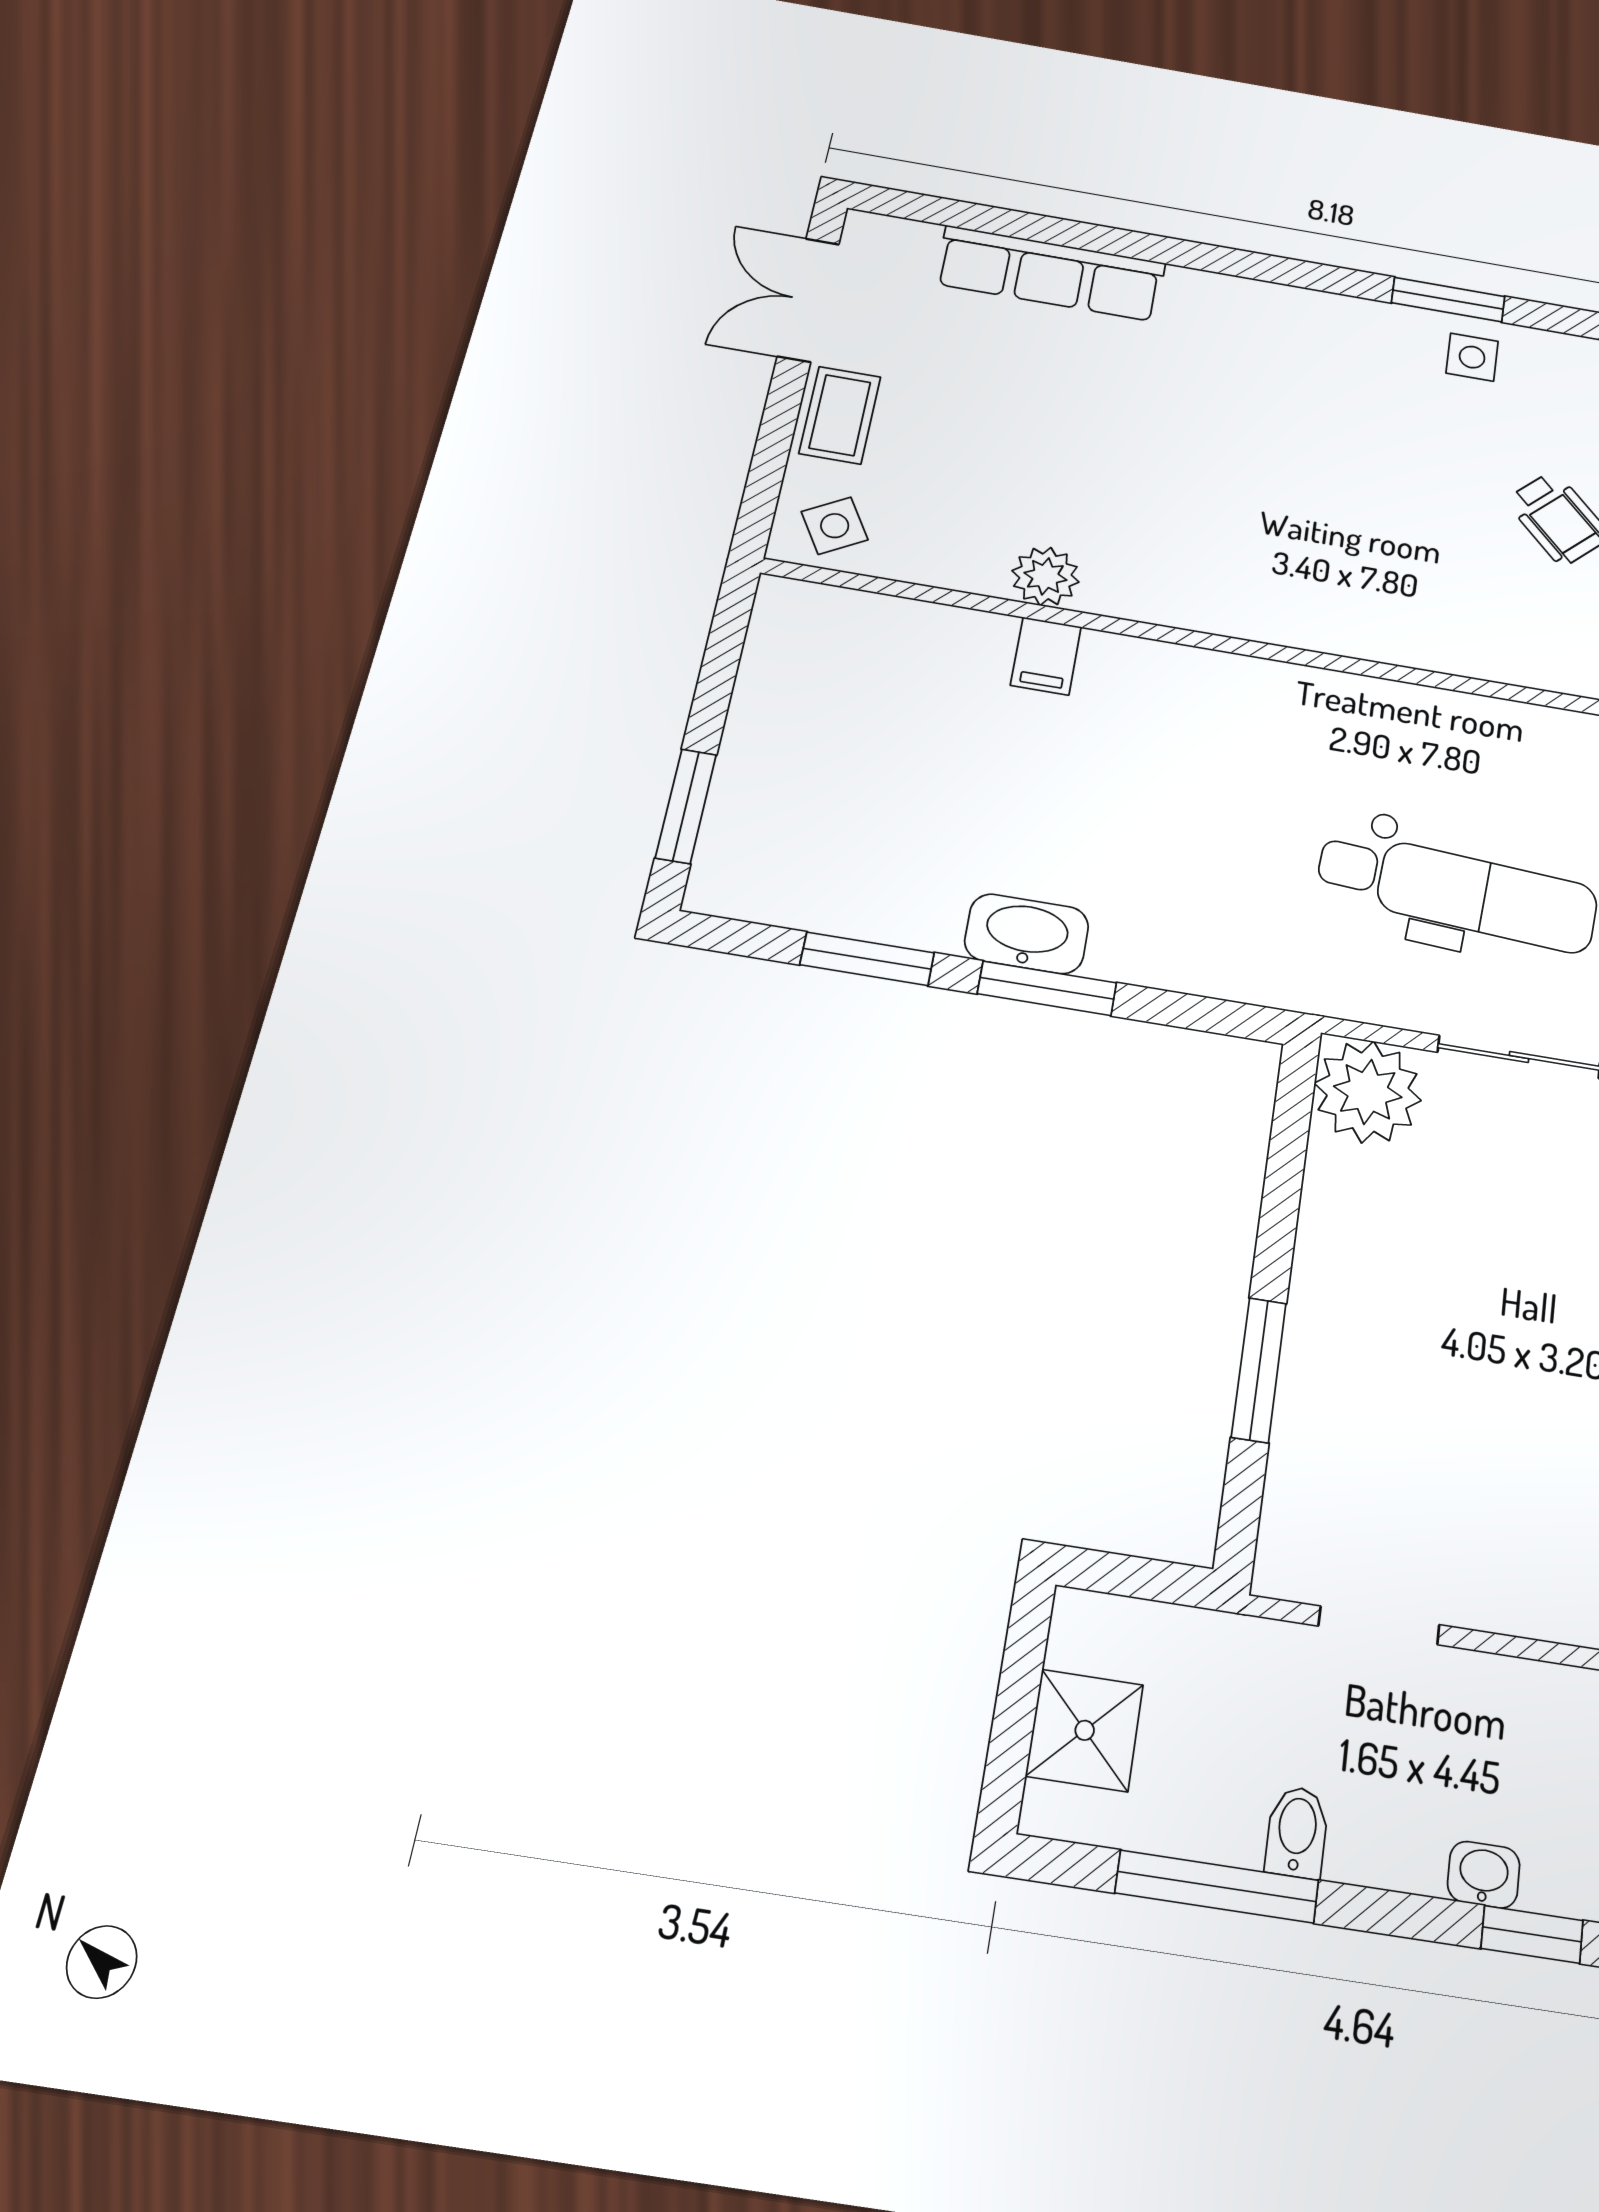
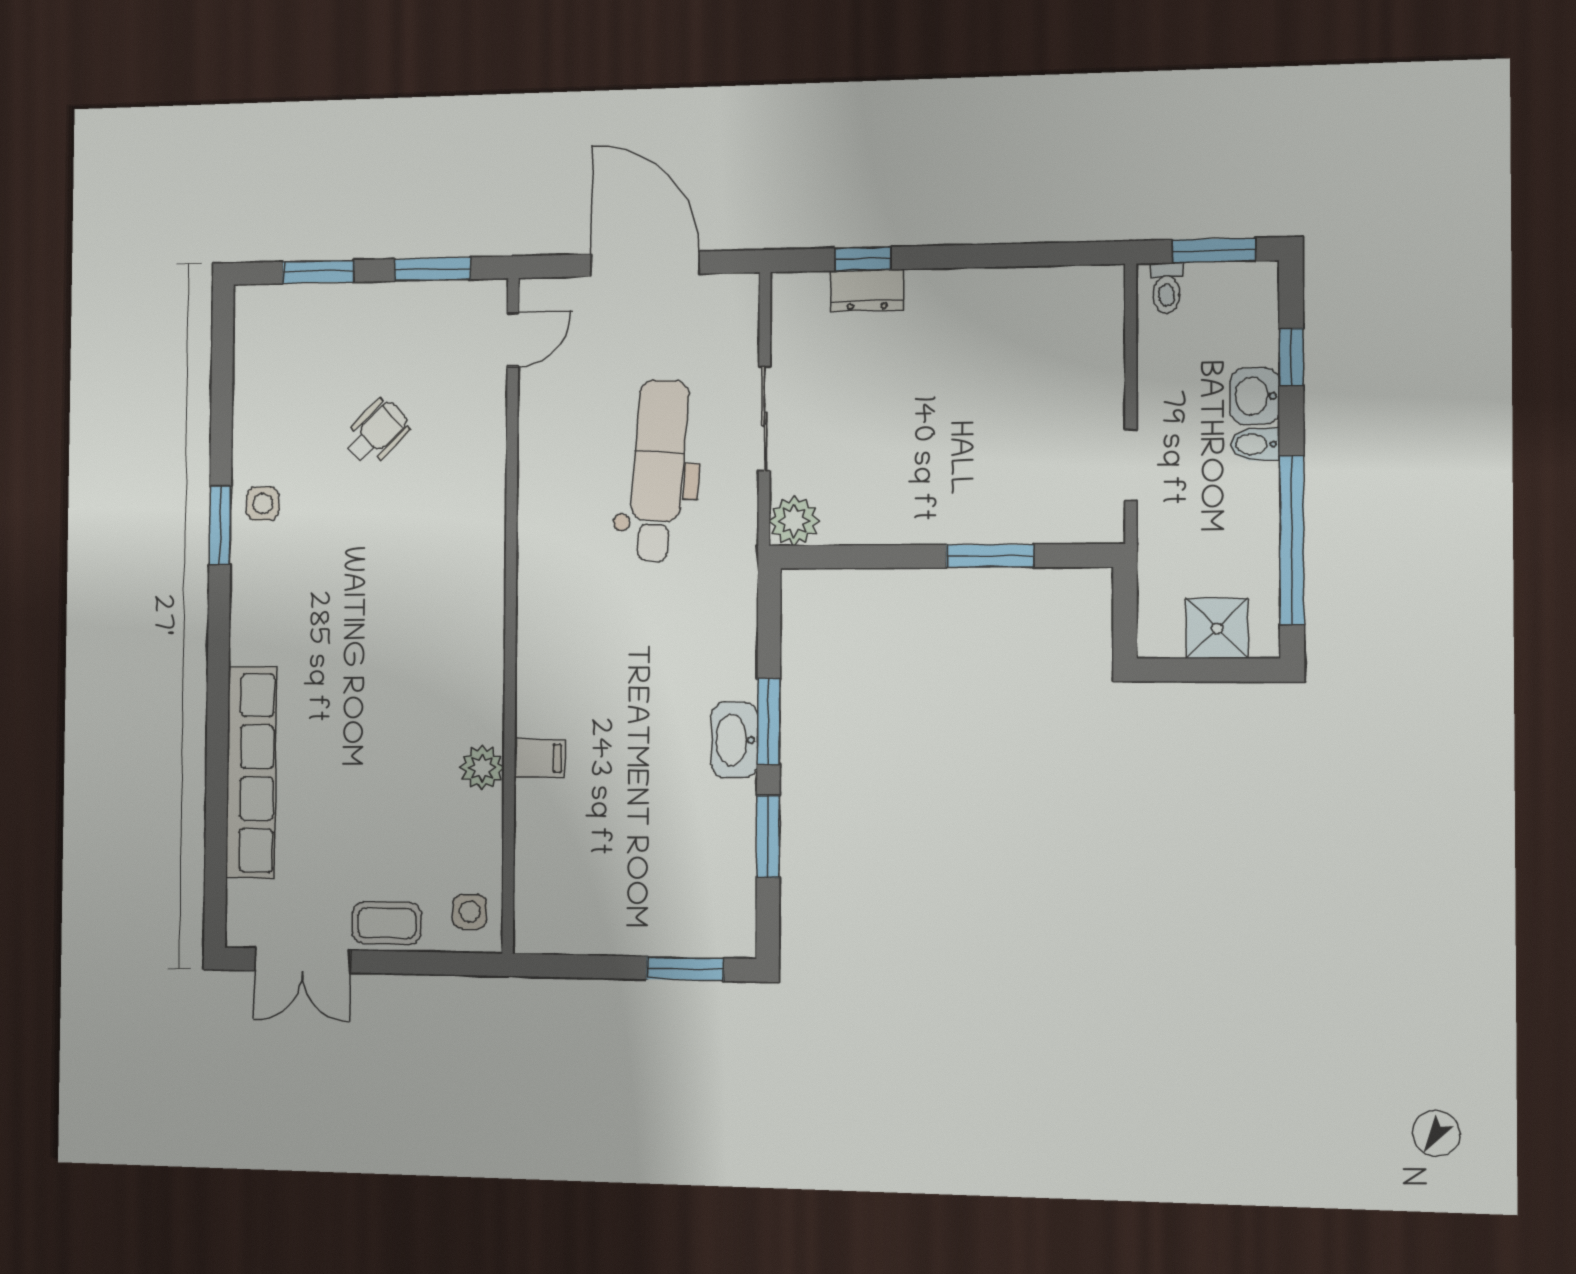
row of seats: (1050, 273) -> (251, 773), width x1.36
side table: (835, 526) -> (470, 912), turned 30
plant: (1368, 1092) -> (794, 521), width x0.73, depth x0.73
bidet: (1297, 1832) -> (1255, 444), moved
washbasin: (1484, 1875) -> (1255, 396), width x1.38, depth x1.45
window: (1217, 1887) -> (1292, 540), width x1.46

